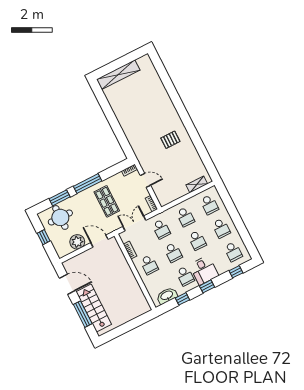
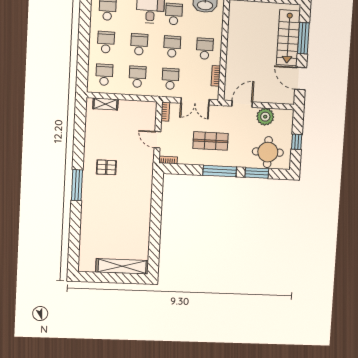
window: (184, 115) -> (77, 185), added
shop shelf: (107, 201) -> (210, 141), turned 90
door: (99, 241) -> (242, 104), swing flipped

